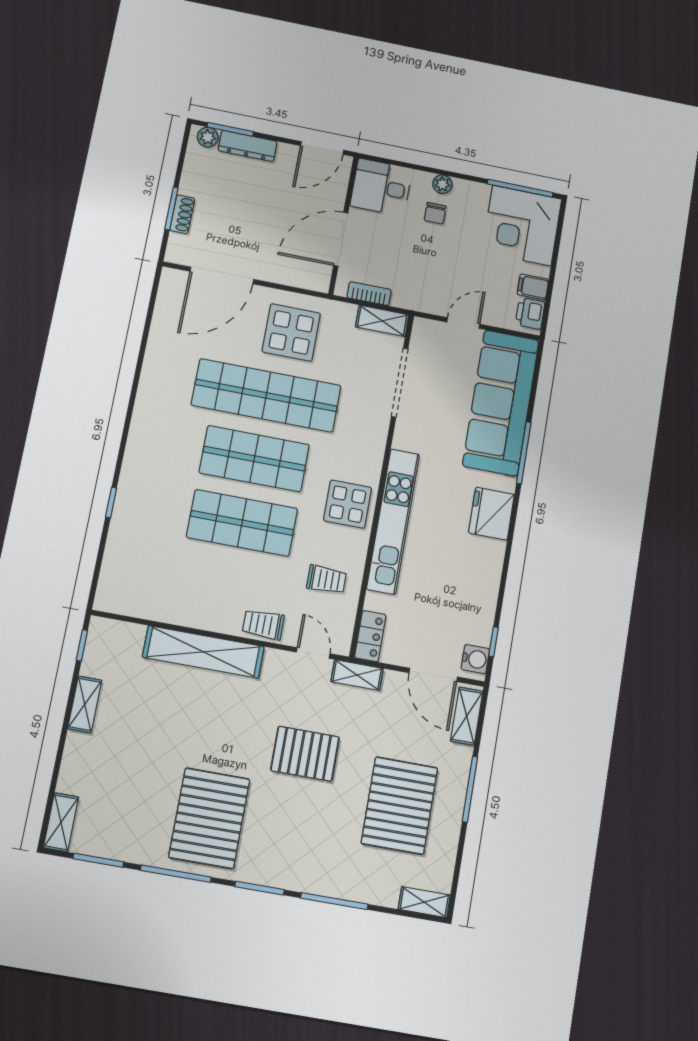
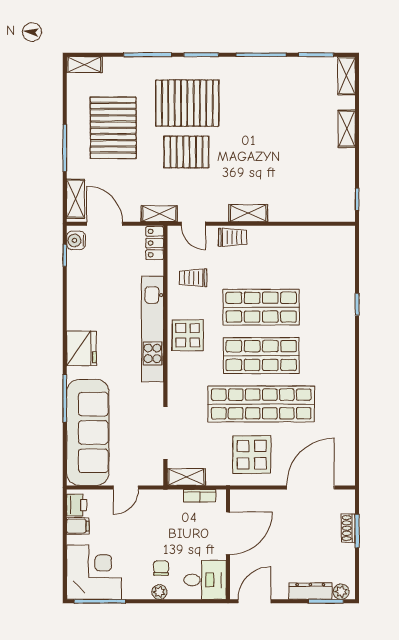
shelving: (203, 652) -> (248, 213), width x0.45, depth x0.75
shelving: (85, 704) -> (347, 129), moved
pallet: (209, 818) -> (187, 103), moved, turned 90

